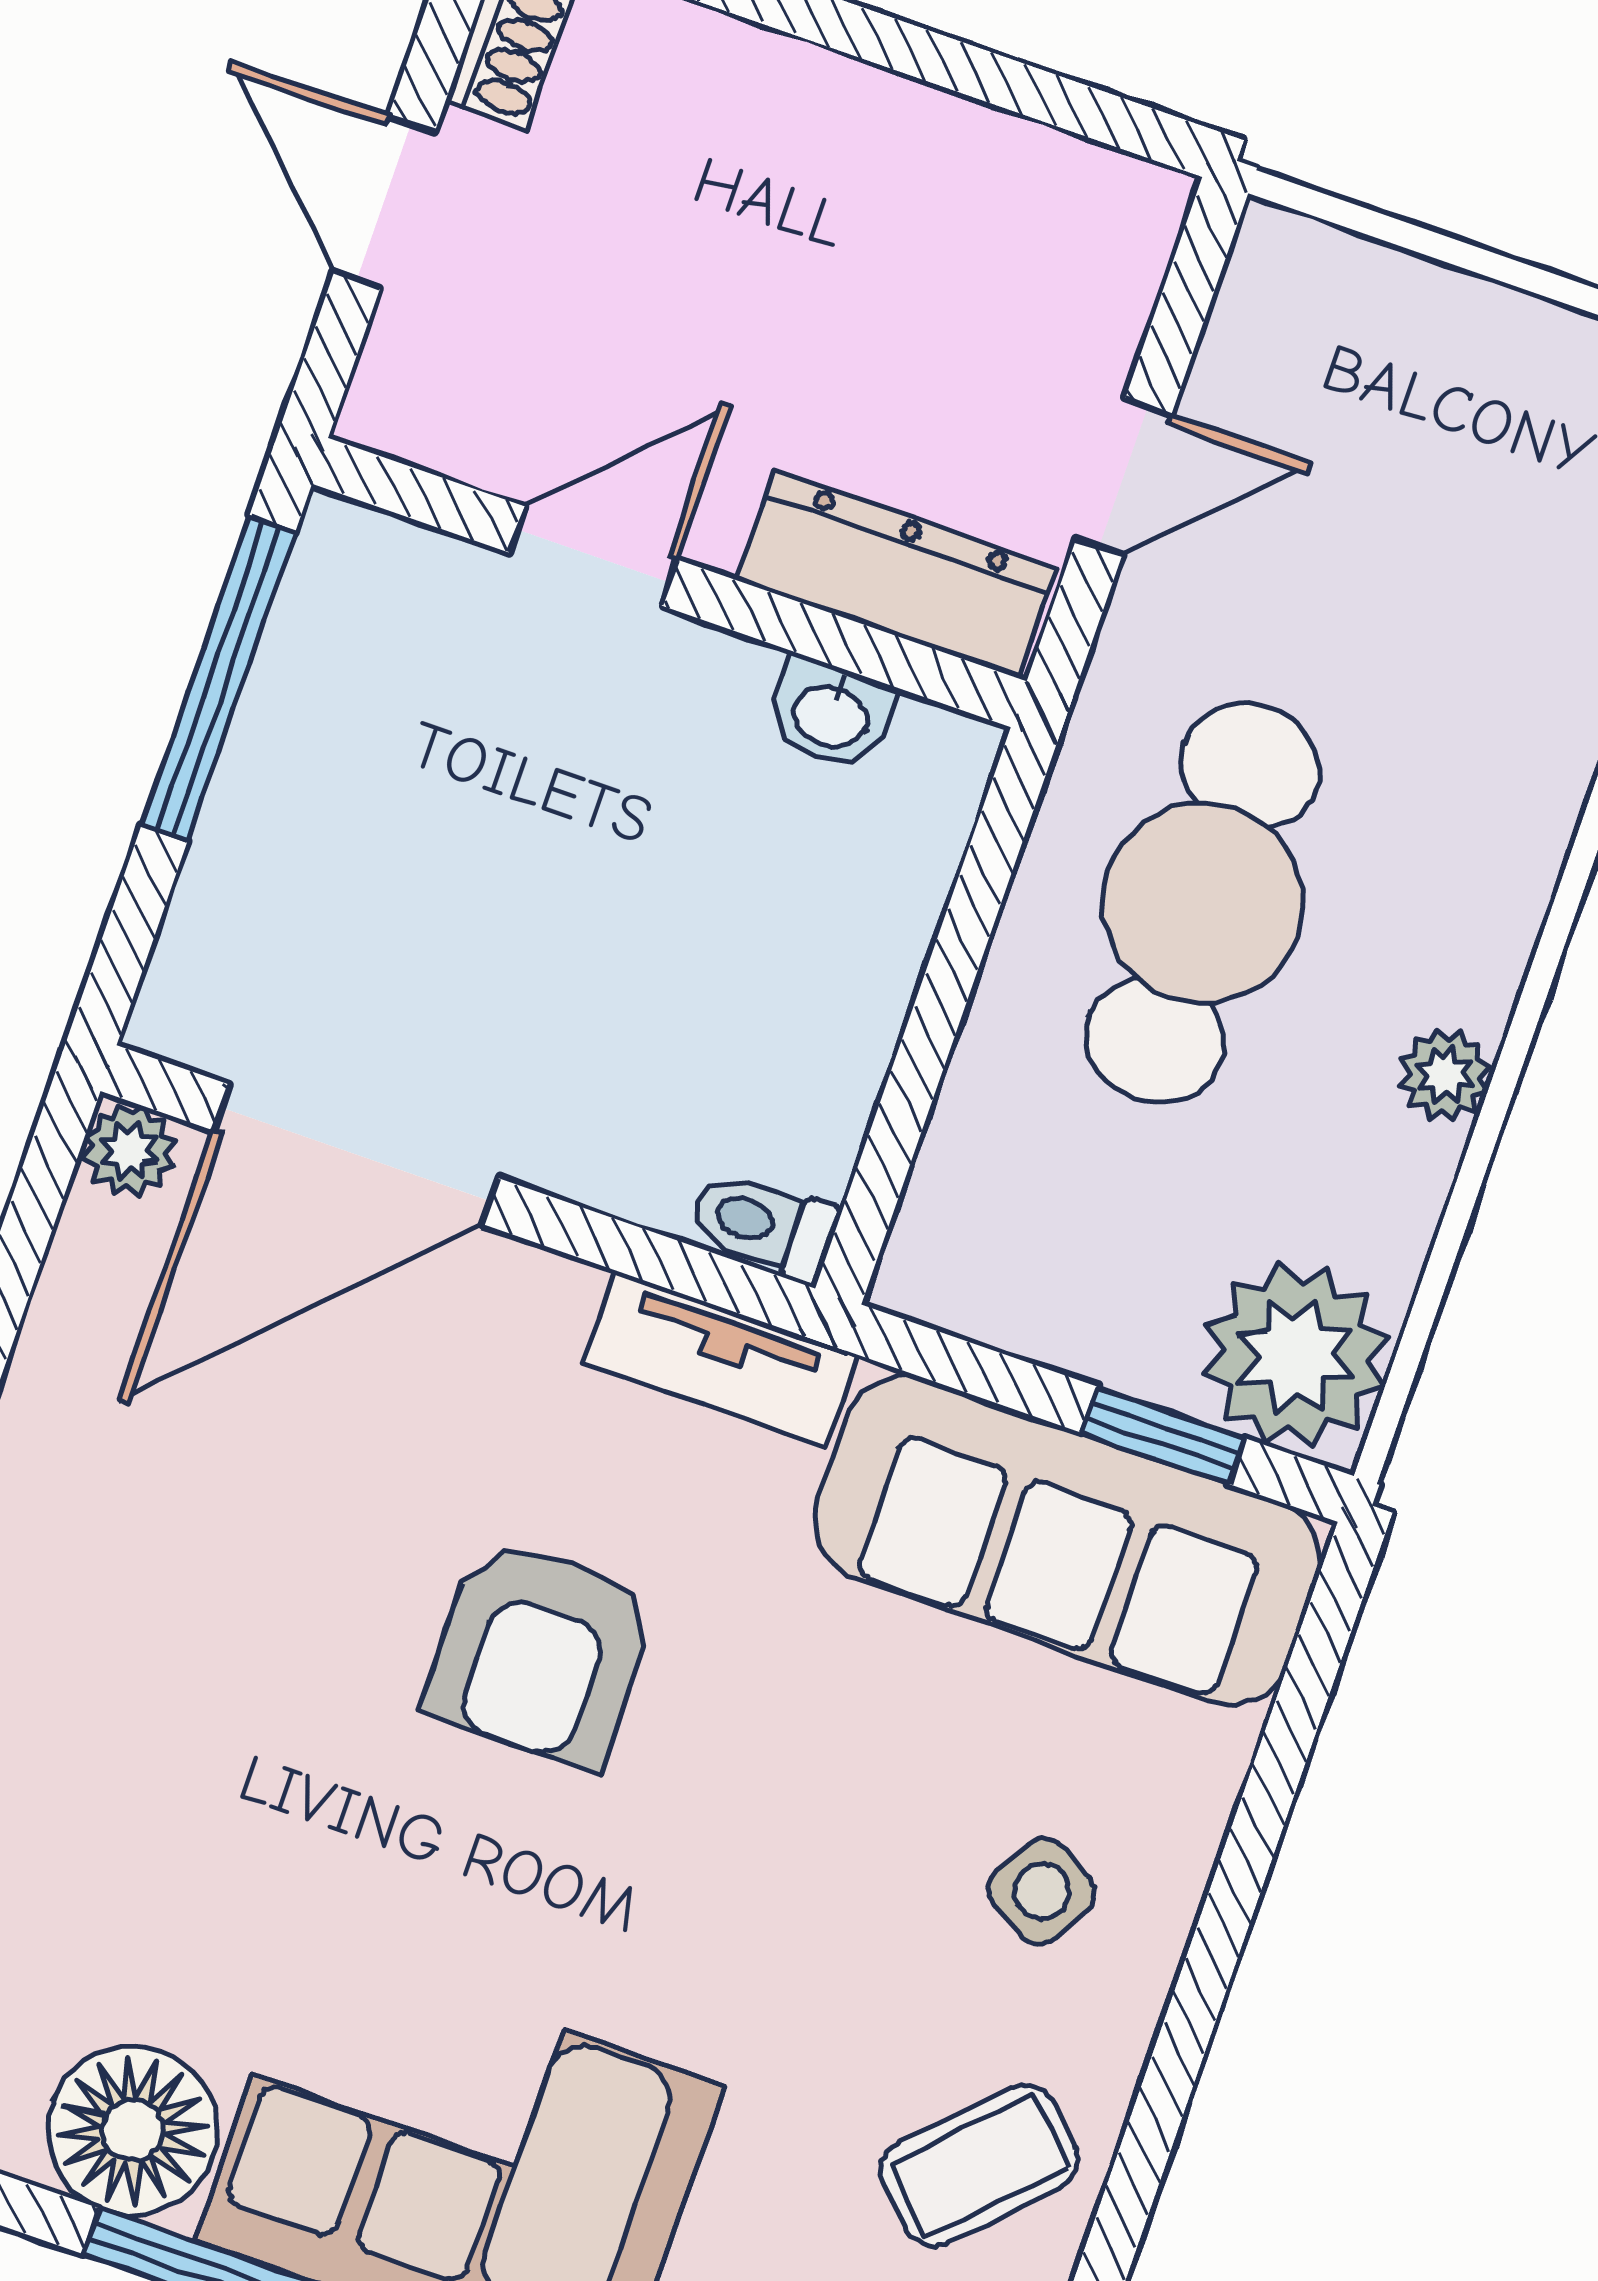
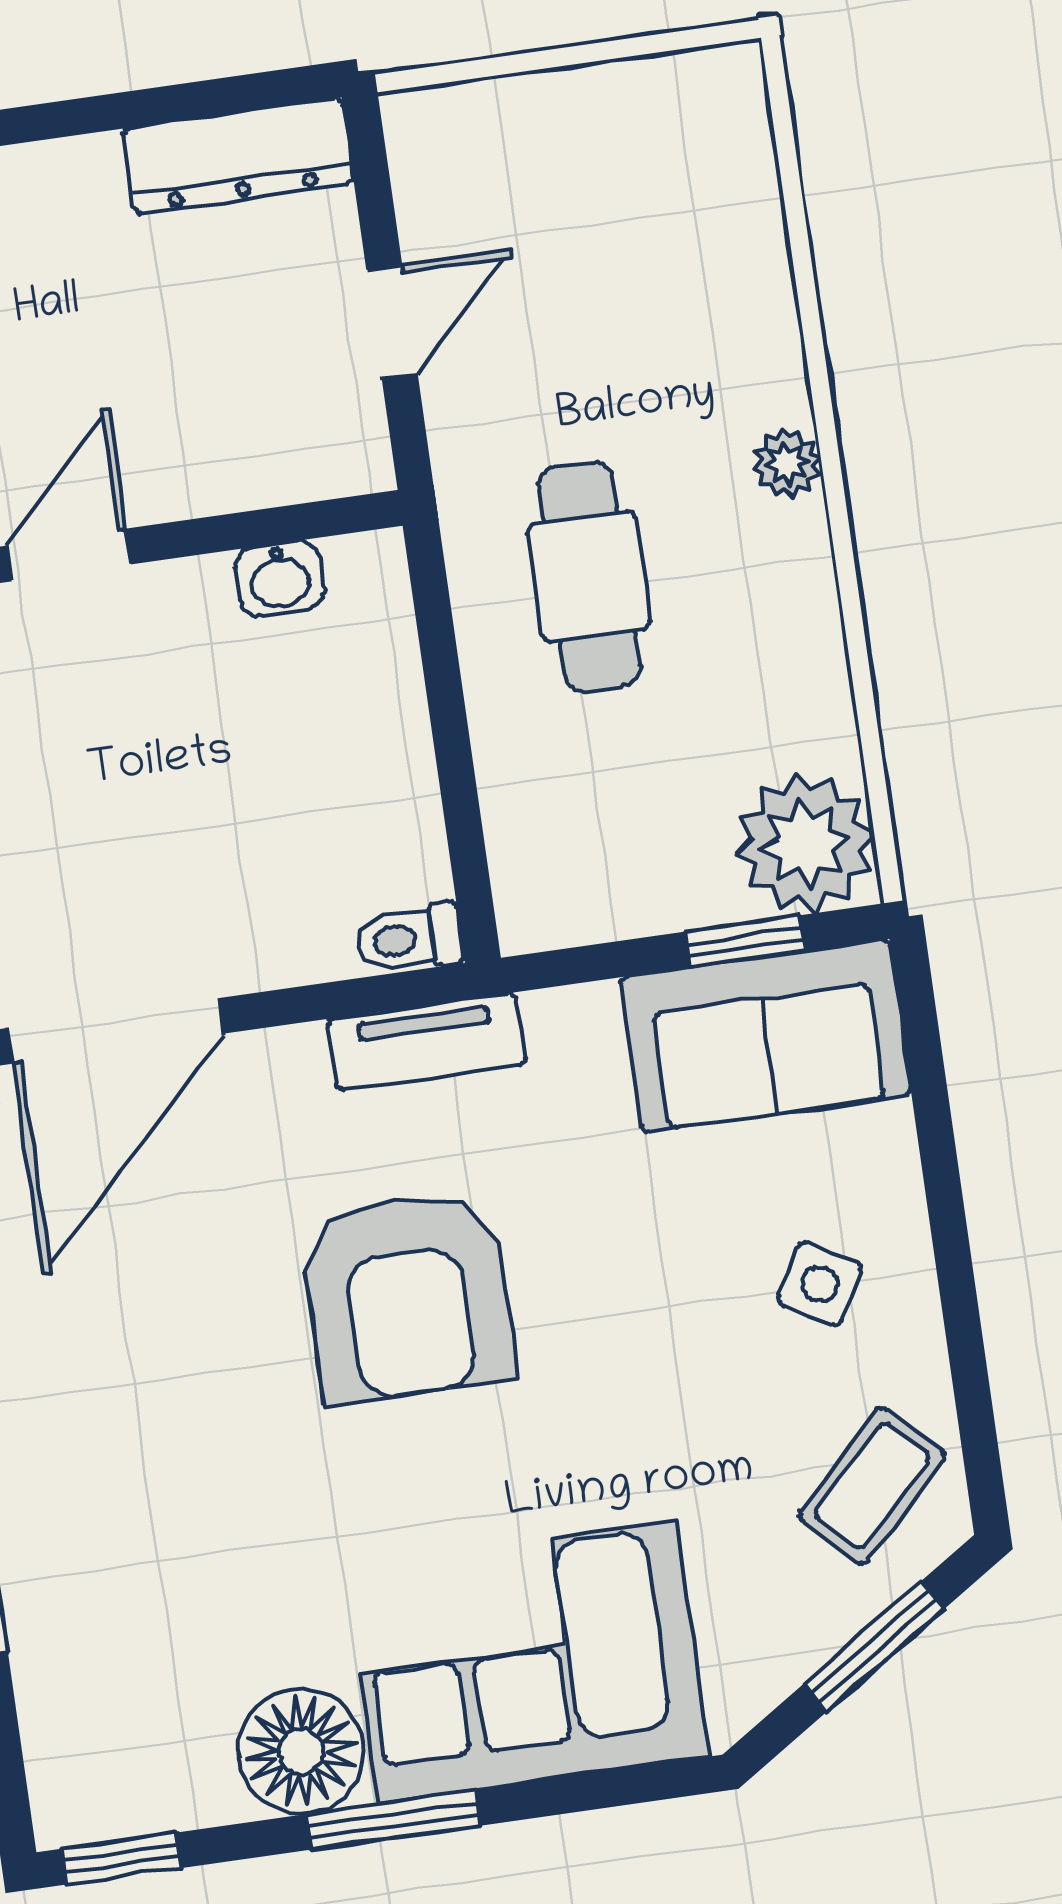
dresser: (896, 574) -> (238, 156), moved, turned 180
cafe table: (1202, 903) -> (589, 577), width x0.73, depth x0.74
plant: (1445, 1075) -> (787, 463), moved
sofa: (1068, 1540) -> (766, 1036), width x0.73
armchair: (541, 1652) -> (407, 1296), width x1.36, depth x1.36

